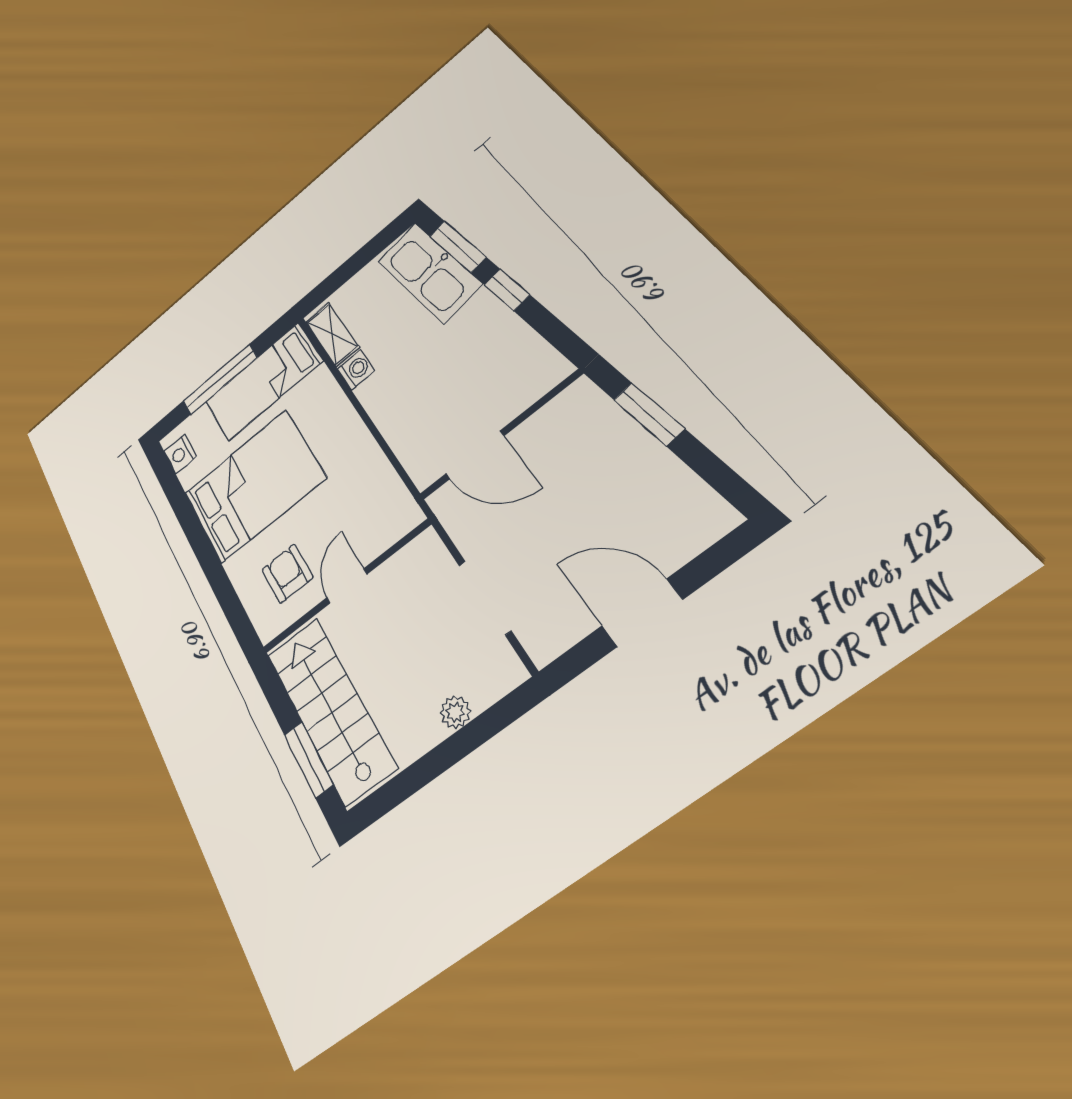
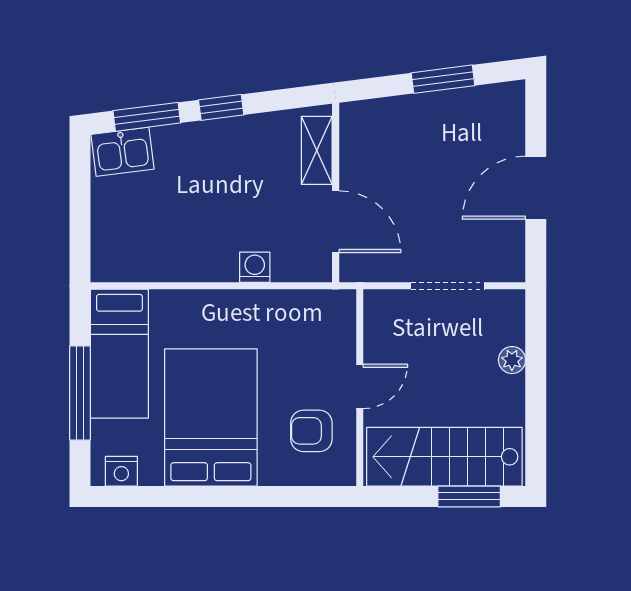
kitchen sink: (429, 272) -> (123, 152), width x0.53, depth x0.81
shelving: (332, 334) -> (317, 150), moved, turned 90
washing machine: (356, 370) -> (255, 267), moved
window: (649, 414) -> (443, 79), moved
door: (475, 455) -> (336, 222), hinge flipped
door: (347, 586) -> (360, 386), swing flipped

